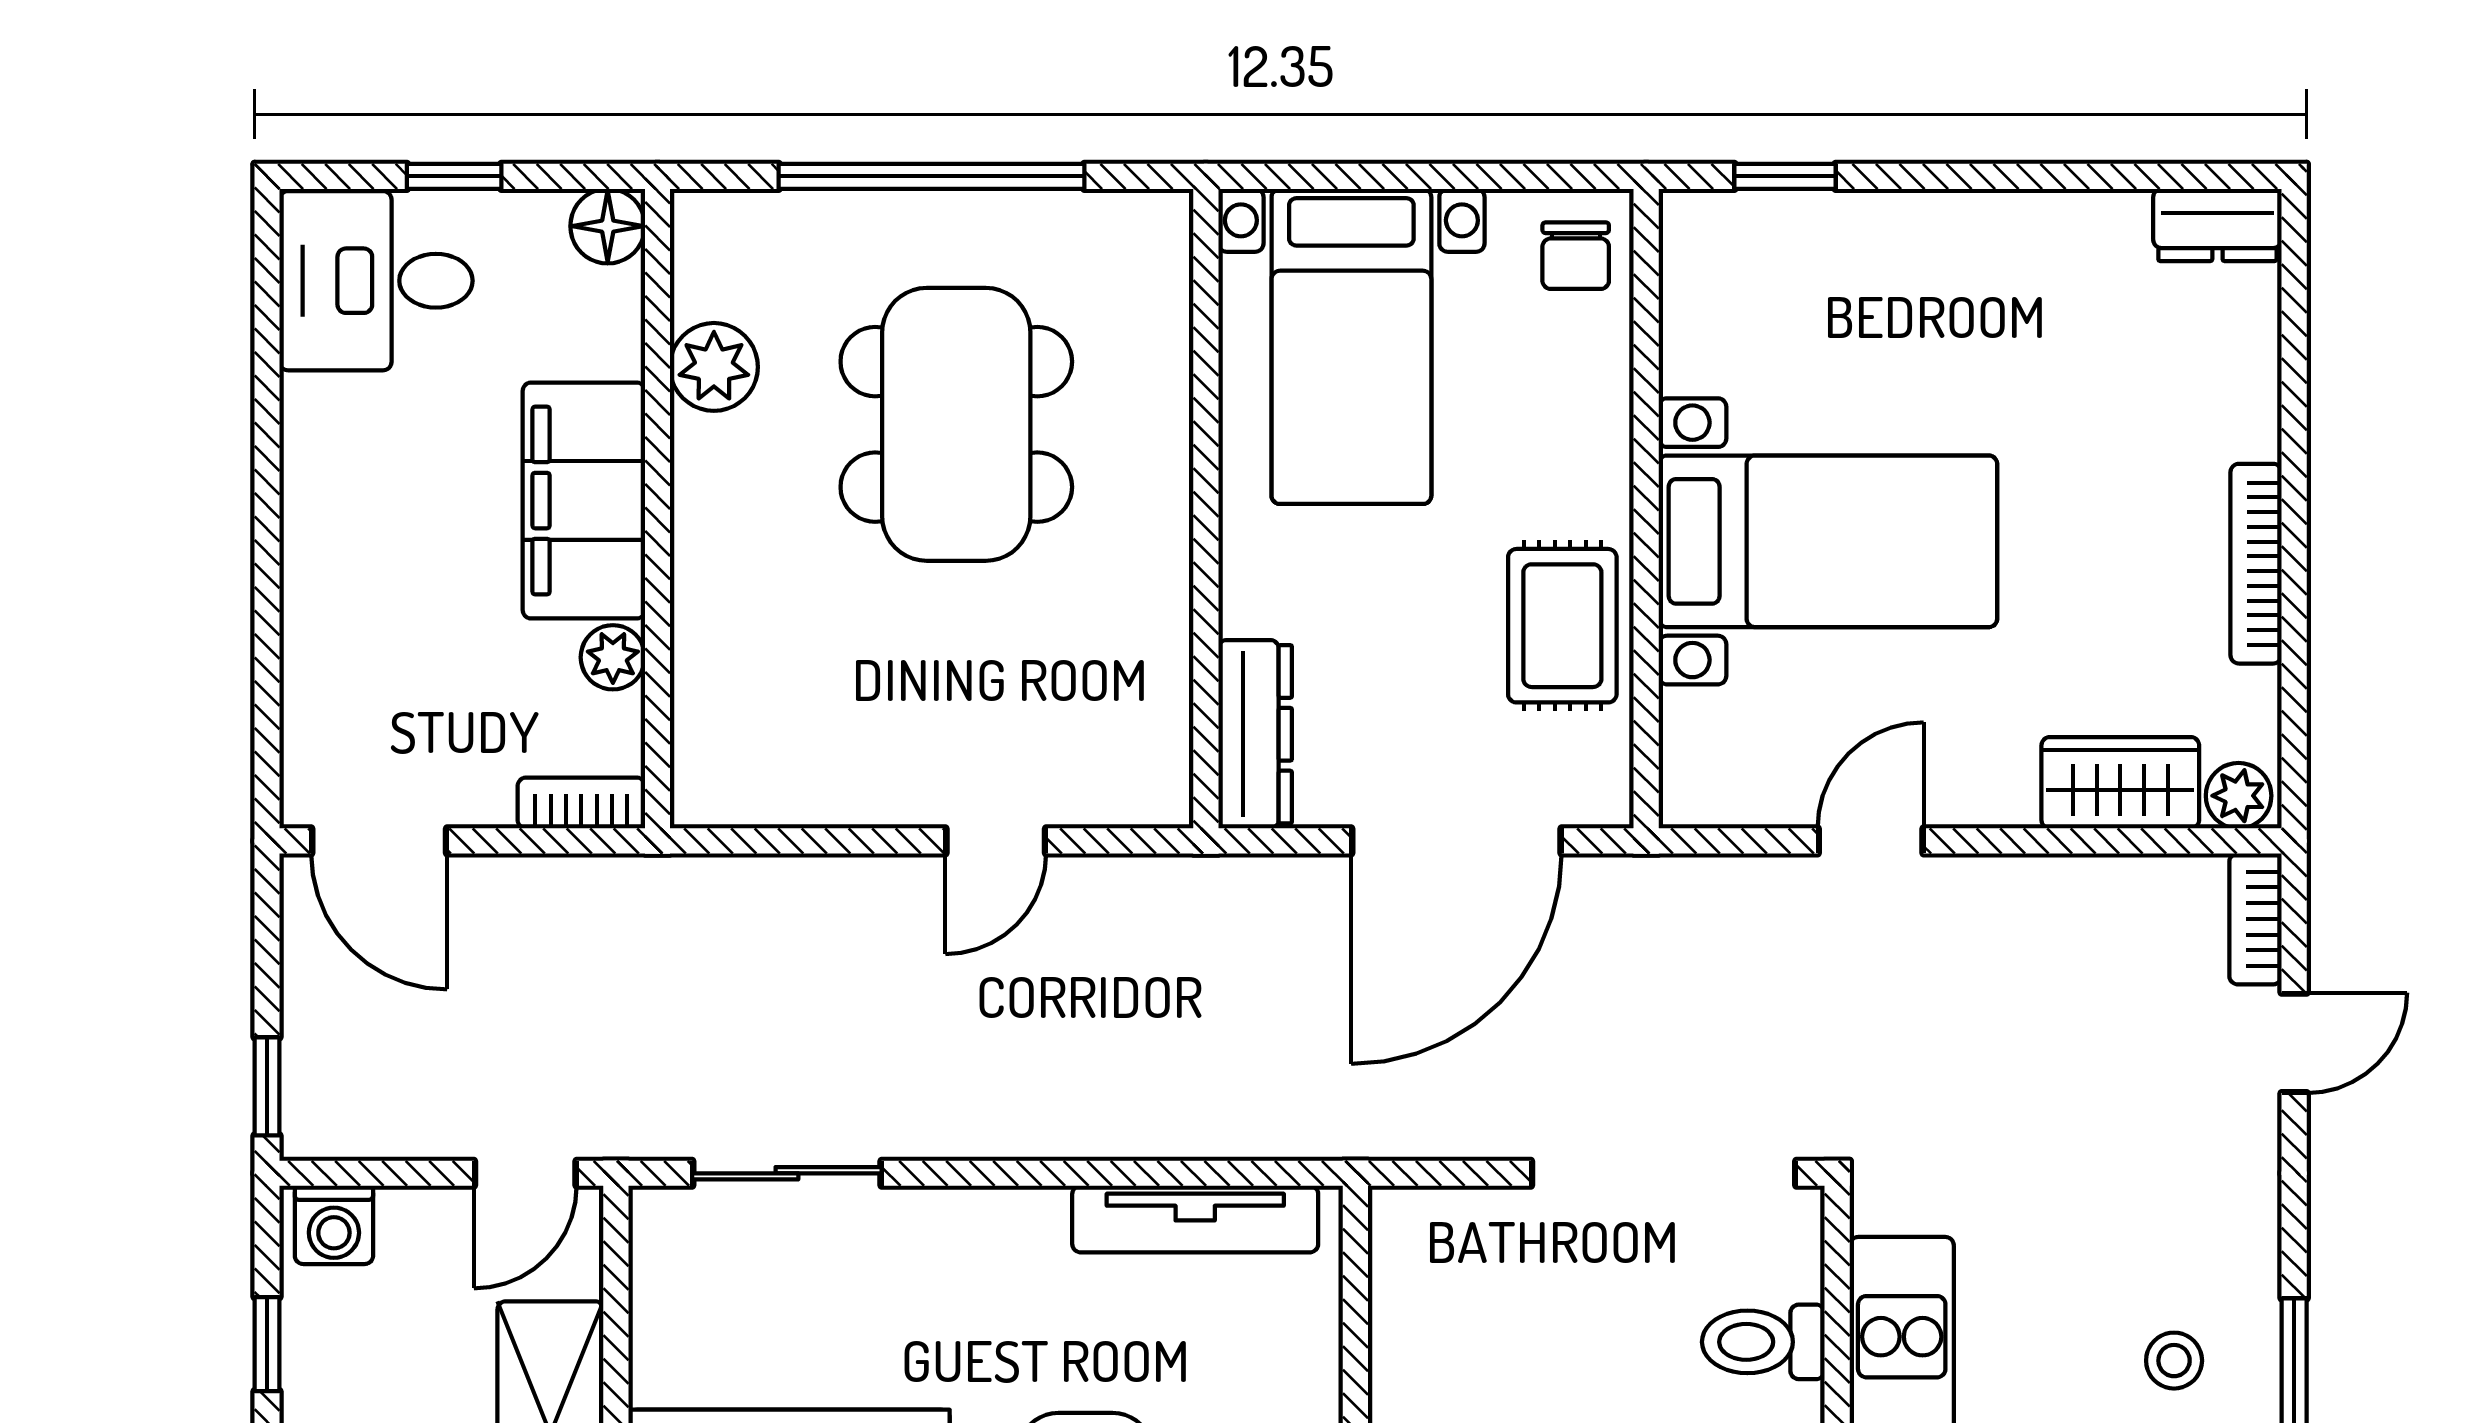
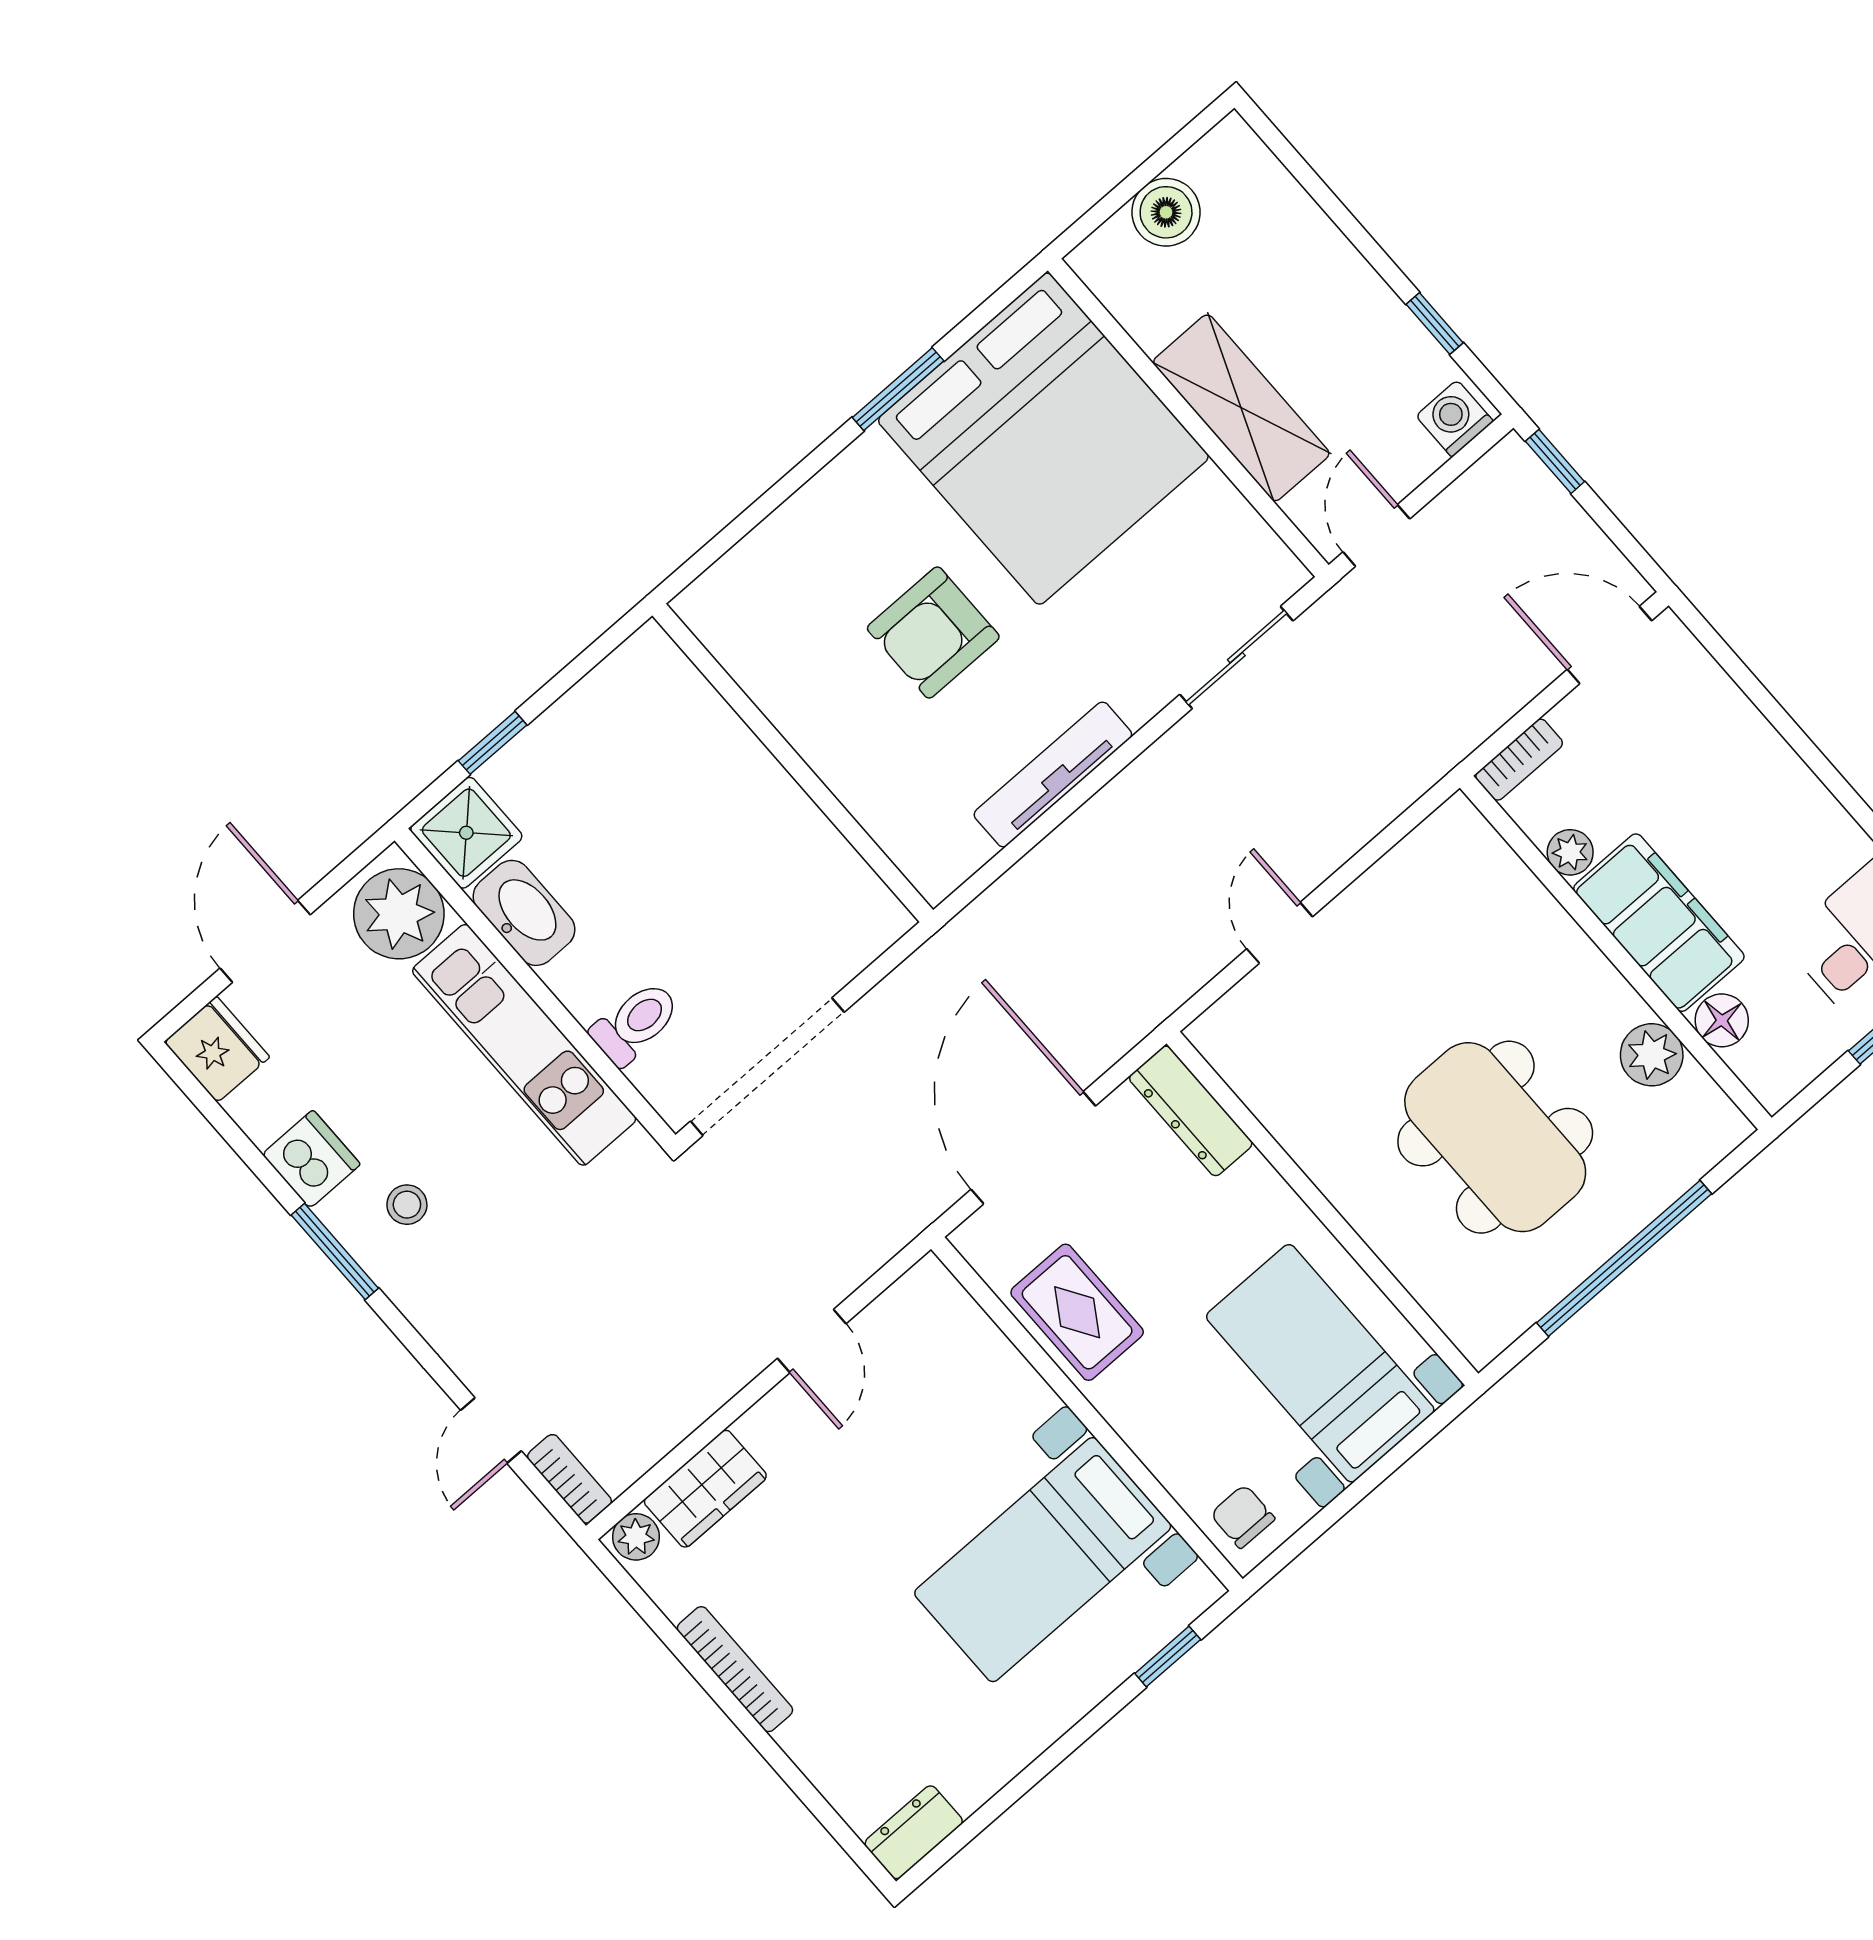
floor lamp: (608, 226) -> (1722, 1020), moved
bed with nightstands: (1828, 541) -> (1043, 1560), moved
tv unit: (1195, 1219) -> (1053, 774), moved

